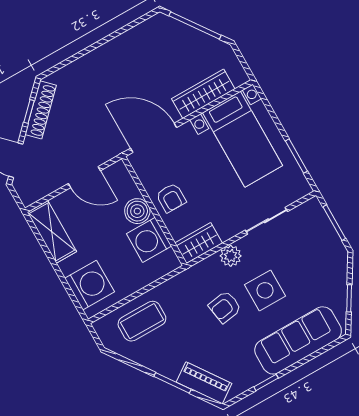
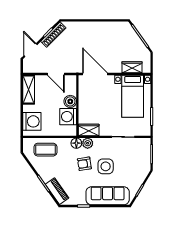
wardrobe: (203, 94) -> (132, 67), width x0.67
armchair: (171, 198) -> (88, 104), removed
plant: (231, 256) -> (88, 143), moved
floor lamp: (190, 279) -> (76, 143), added

